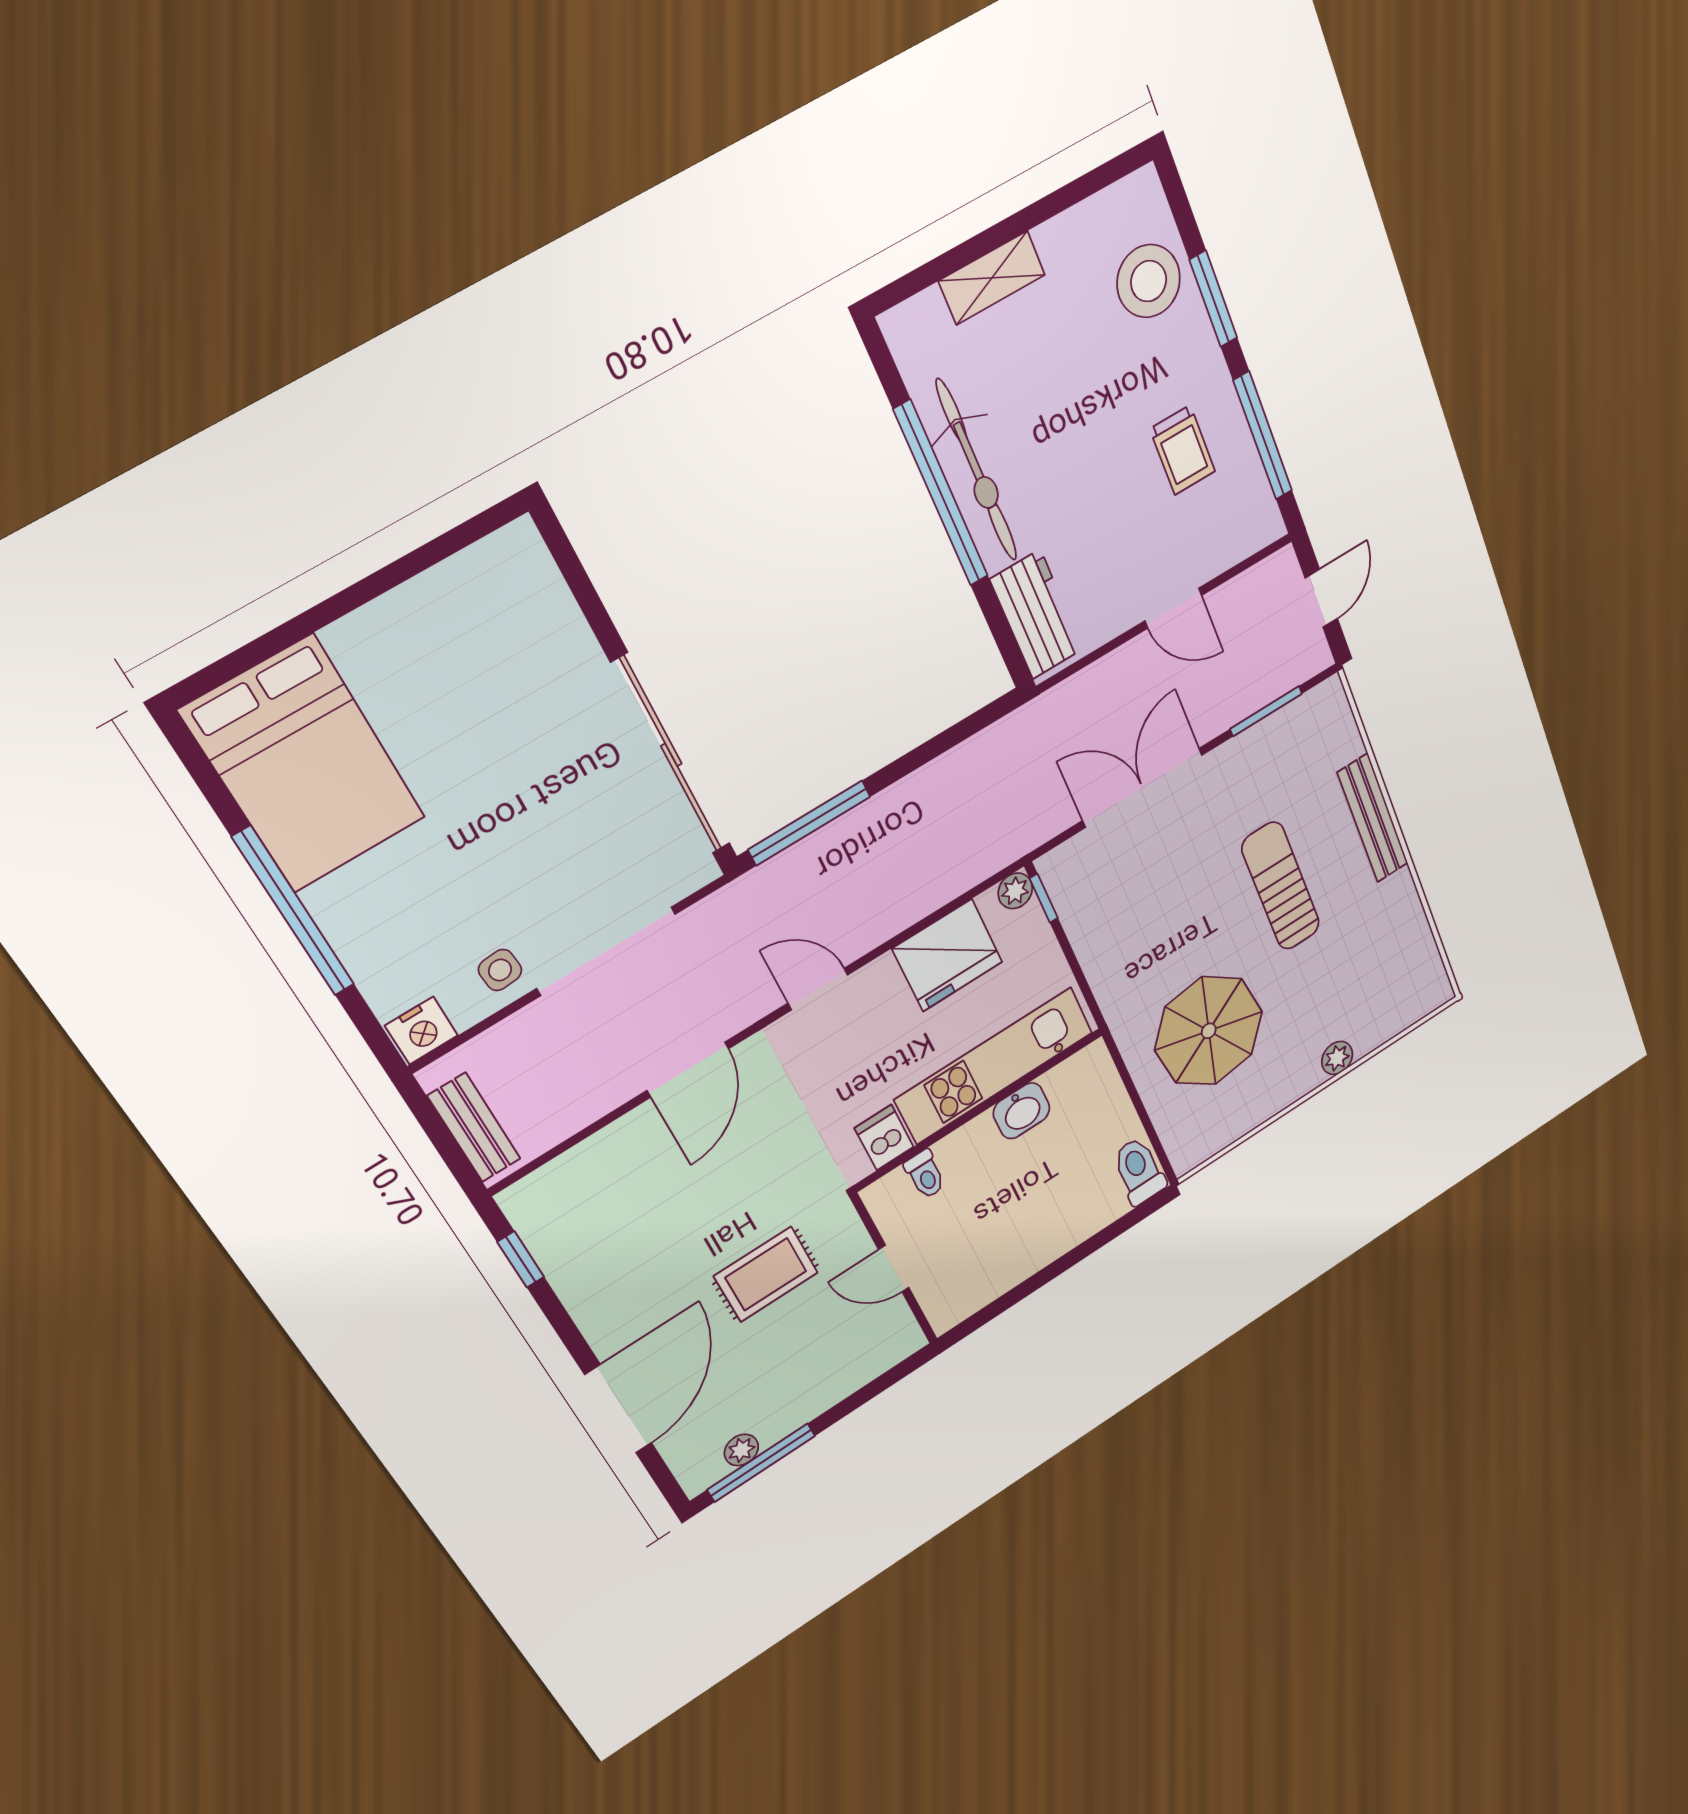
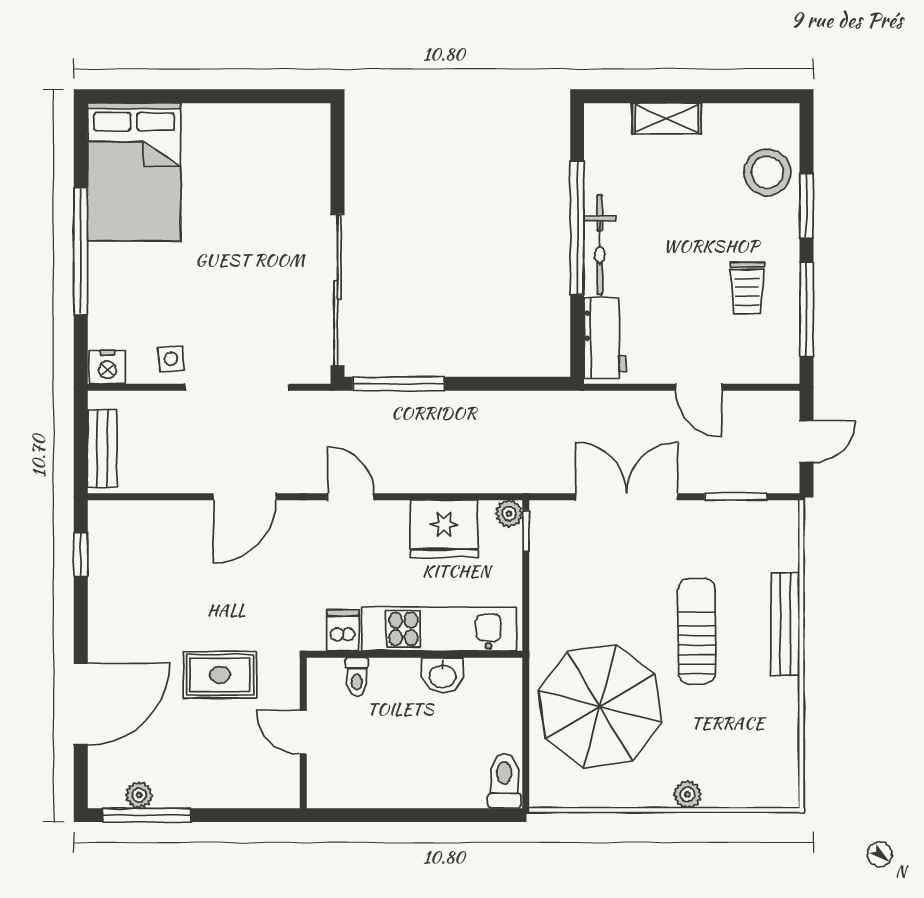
bicycle: (977, 471) -> (600, 245), width x0.73, depth x0.71
parasol: (1209, 1031) -> (600, 706), width x1.36, depth x1.36

